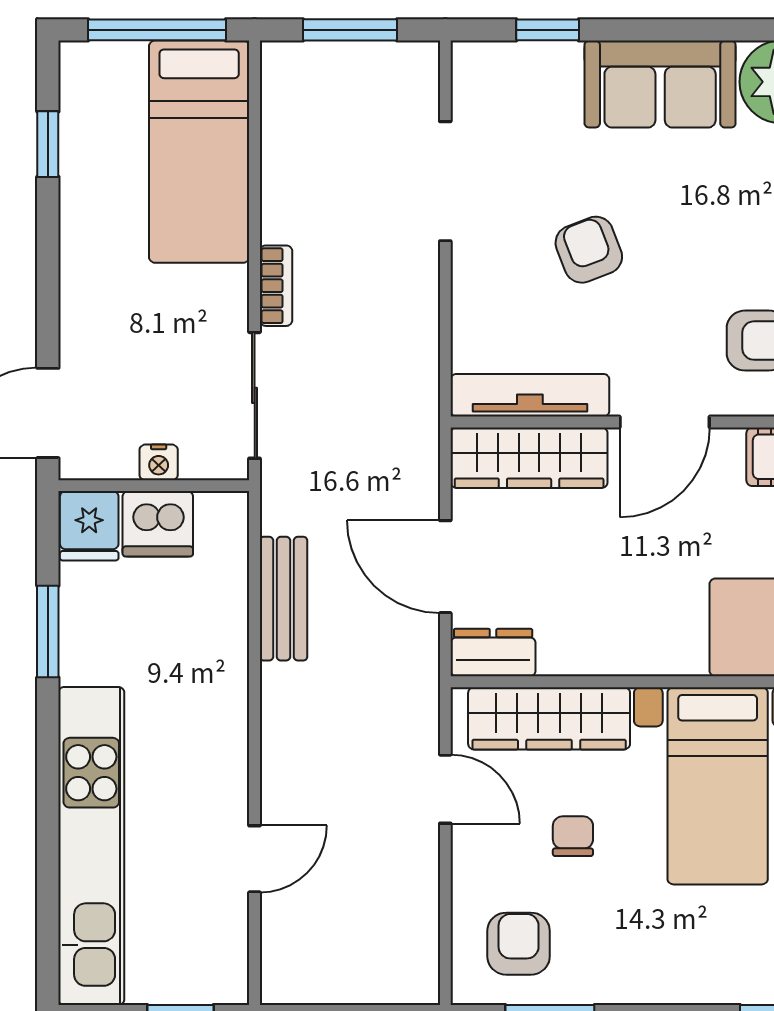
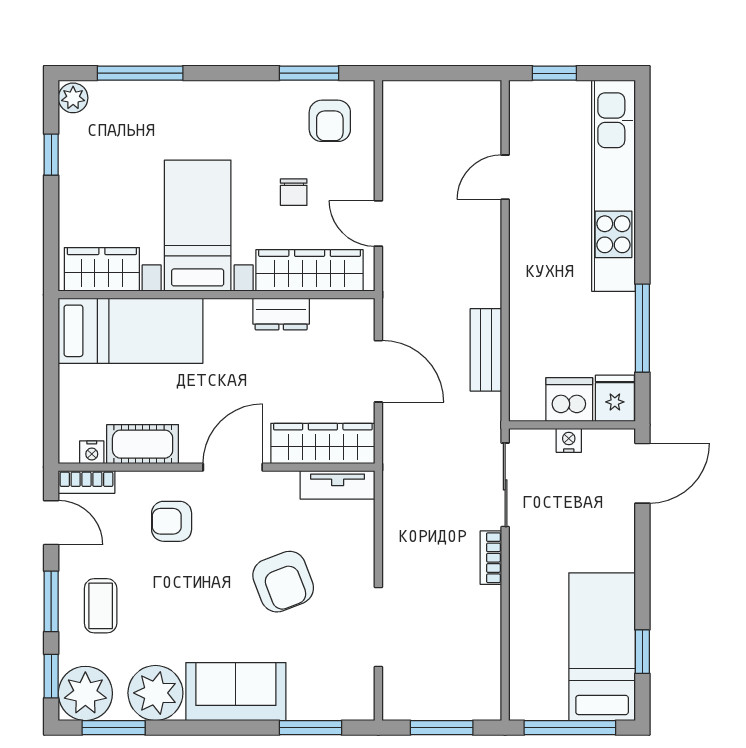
window: (548, 30) -> (311, 728), width x1.50
bed: (199, 152) -> (602, 647), moved
armchair: (589, 250) -> (283, 582), width x1.38, depth x1.38
tv unit: (530, 395) -> (338, 485), width x0.71
window: (48, 632) -> (642, 328), width x1.44
dresser: (493, 653) -> (281, 314), moved

